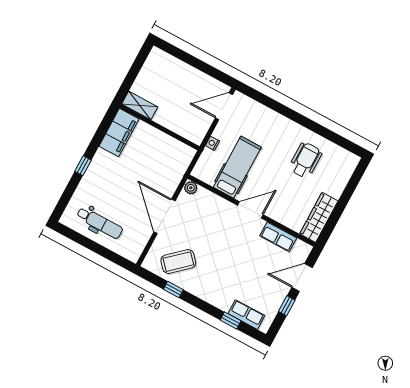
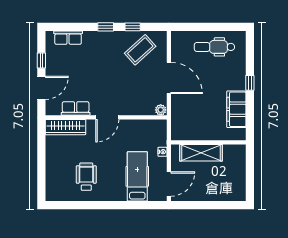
shelving: (140, 105) -> (201, 153), moved, width x1.50, depth x1.33
filing cabinet: (119, 133) -> (236, 109), moved
wheelchair: (305, 160) -> (86, 177), turned 180
hospital bed: (237, 167) -> (137, 176), moved, turned 180
wardrobe: (319, 217) -> (65, 127), moved, turned 90
window: (231, 320) -> (106, 27), moved

